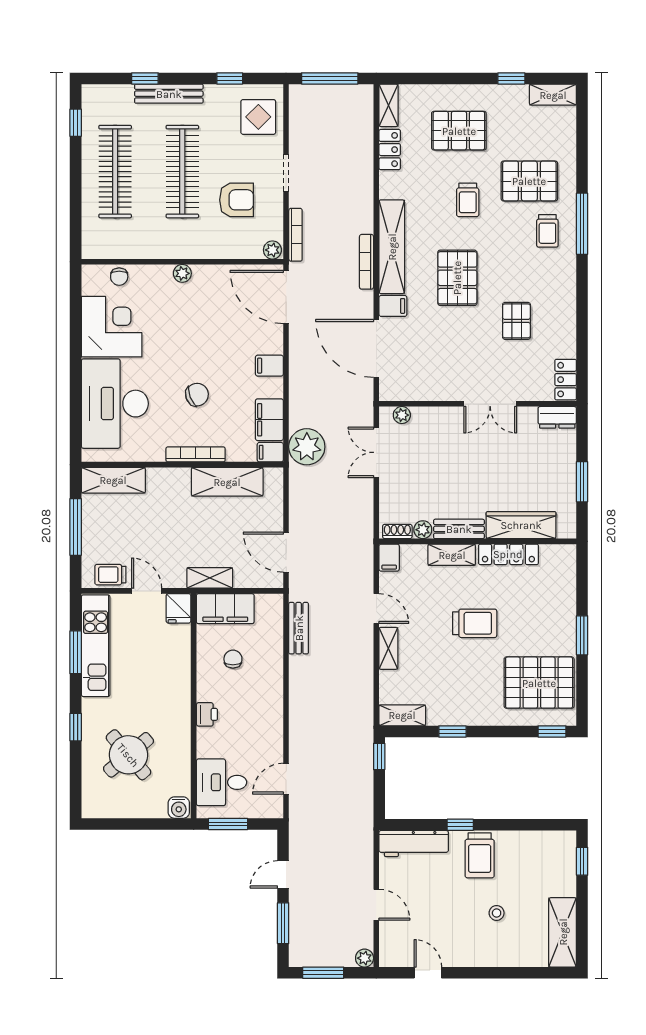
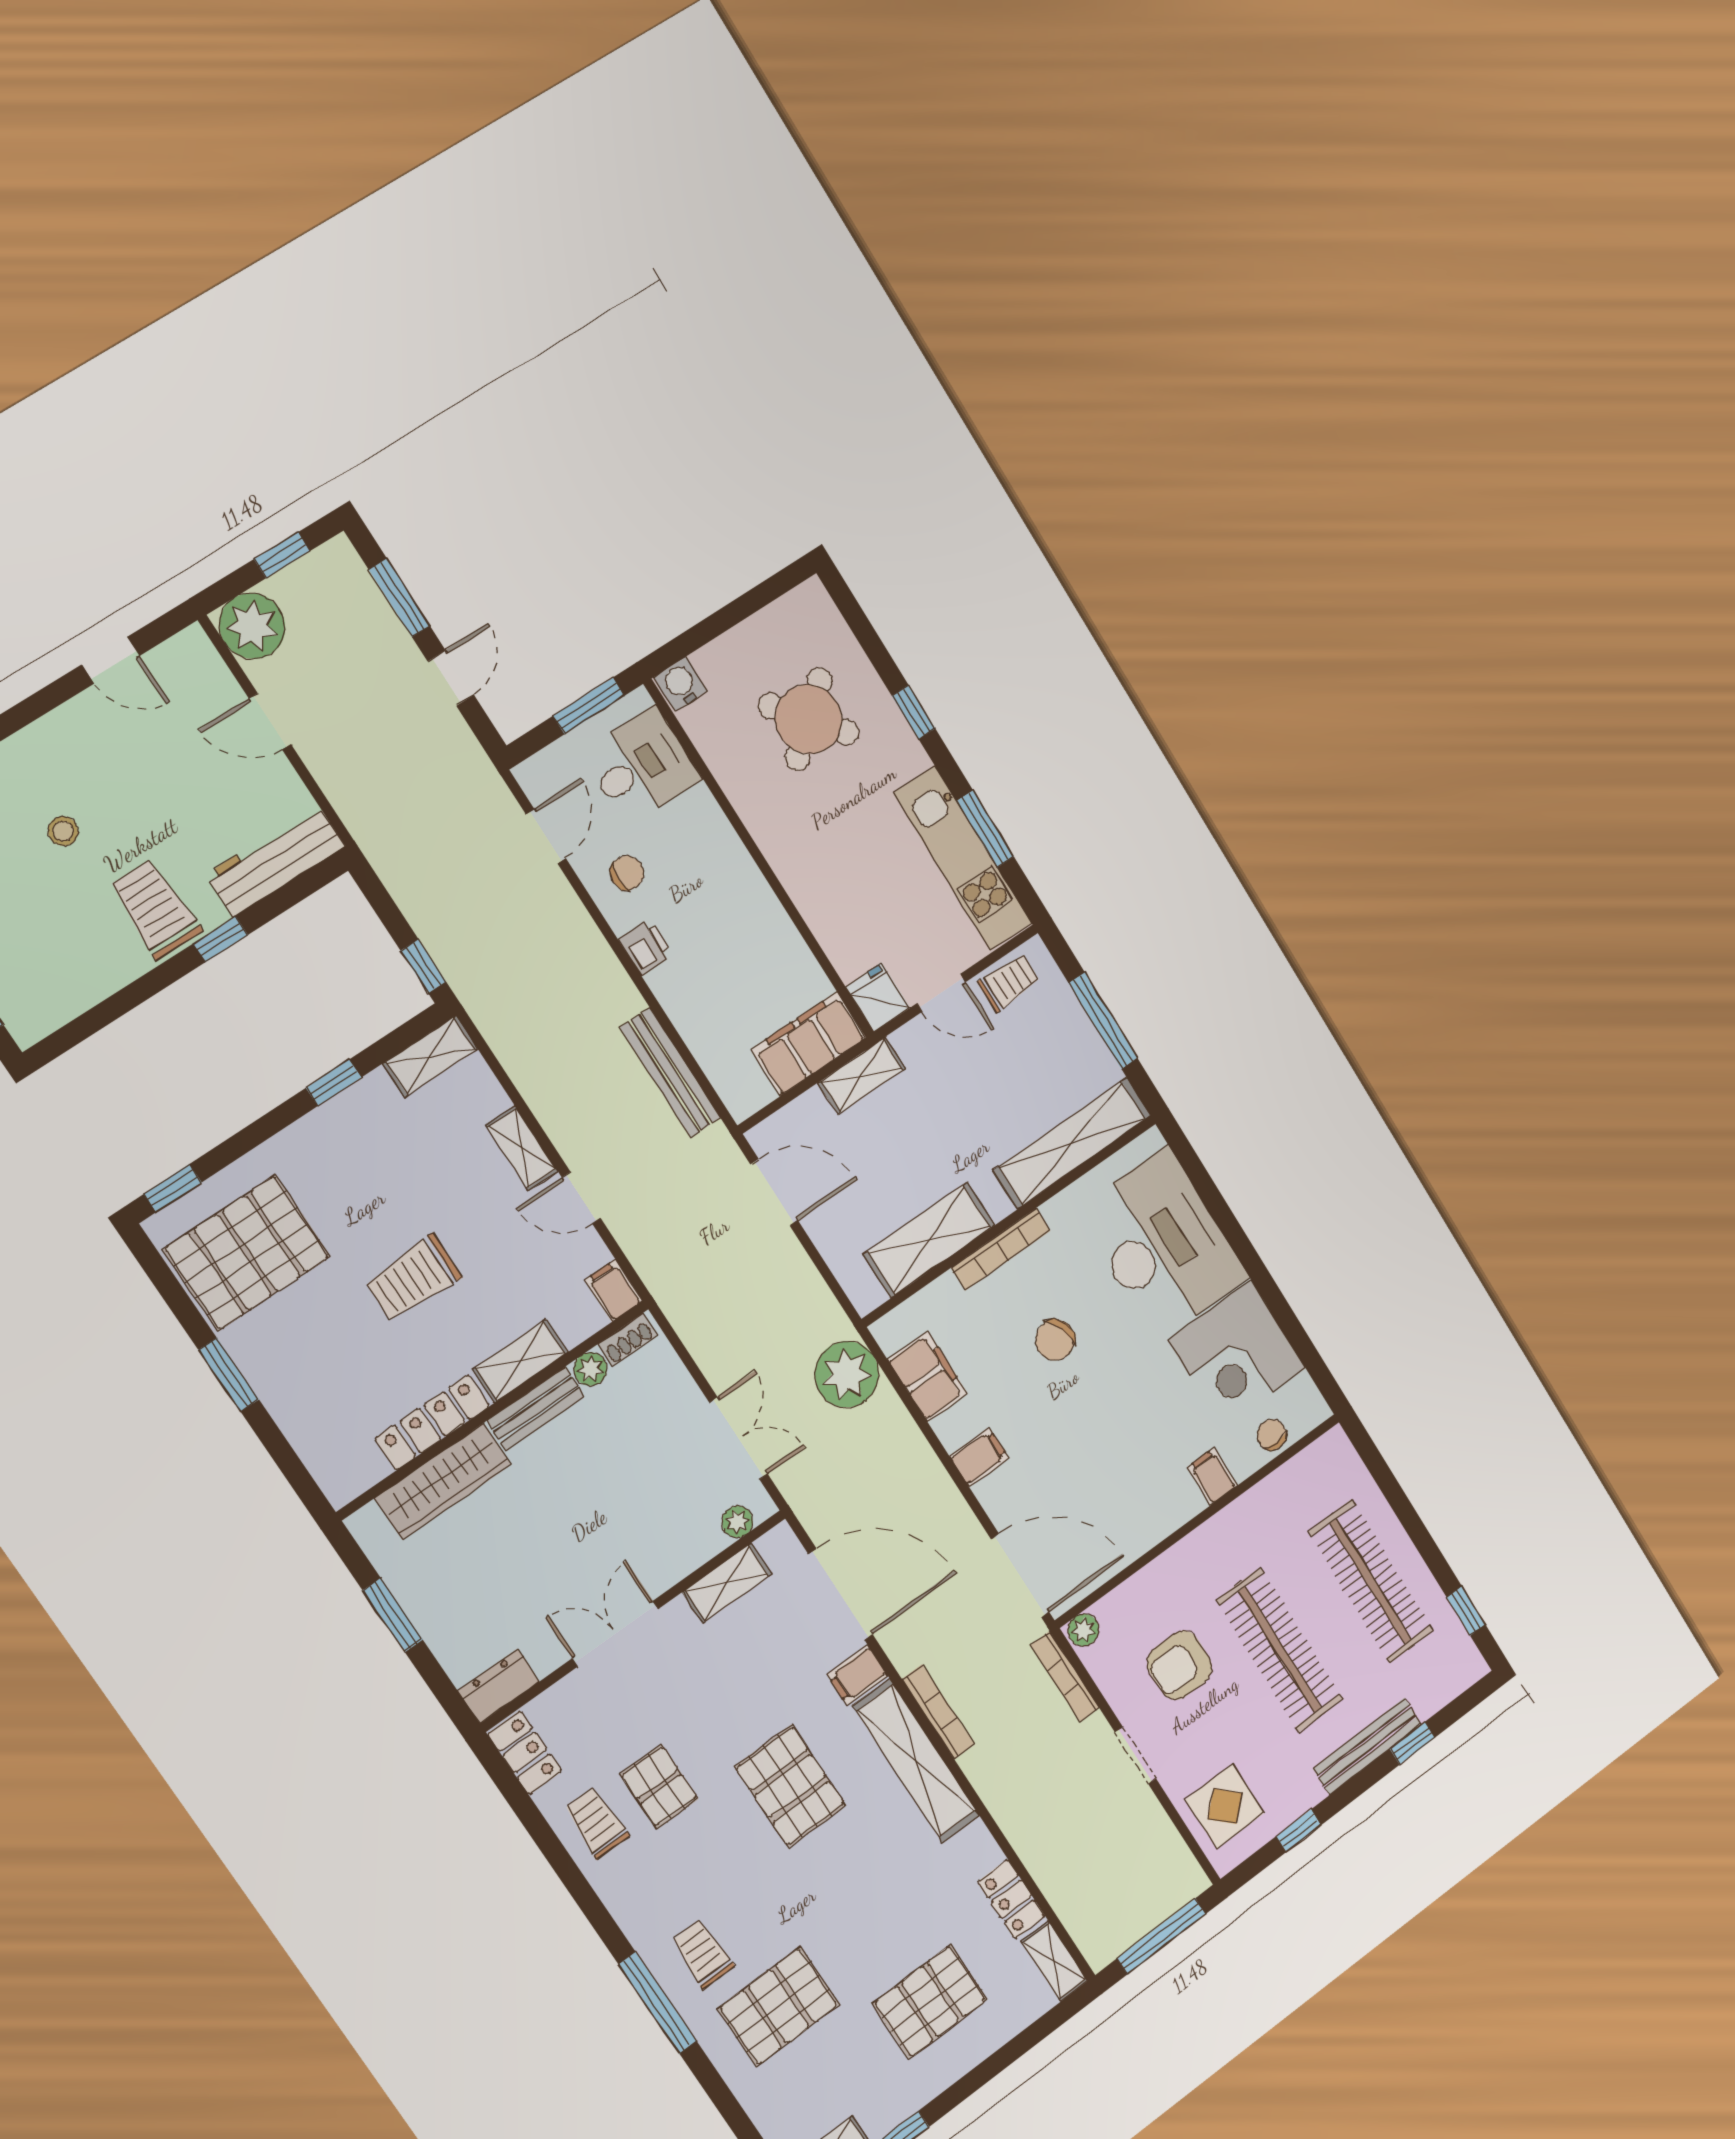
trolley: (468, 200) -> (596, 1823), moved
plant: (182, 273) -> (1188, 1503), removed
shelving: (425, 391) -> (727, 1583), added
filing cabinet: (270, 452) -> (1212, 1476), moved, turned -90
shelving: (113, 480) -> (1072, 1143), width x1.47
bench: (299, 628) -> (670, 1073), width x1.36
chair: (233, 659) -> (627, 873), moved, turned -90
printer: (207, 714) -> (646, 947), moved, turned 180
plant: (365, 958) -> (252, 626), width x1.88, depth x1.88
window: (323, 973) -> (282, 555), width x0.67

